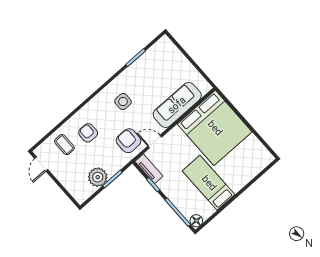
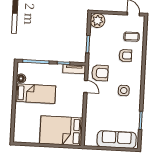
sofa: (177, 105) -> (117, 140), moved, turned -90
bed: (215, 128) -> (61, 131), width x0.73
door: (155, 142) -> (86, 86), hinge flipped
plant: (98, 177) -> (97, 21), moved
floor lamp: (196, 221) -> (21, 79), moved

